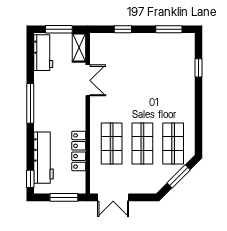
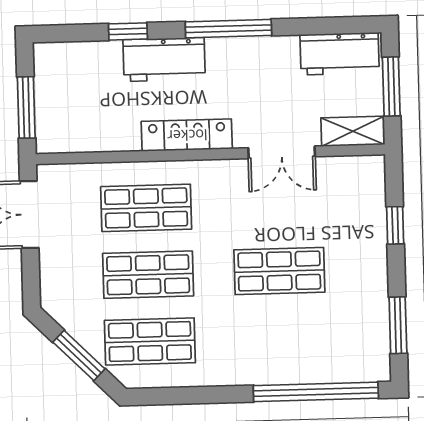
window: (198, 68) -> (316, 392), width x3.17
shop shelf: (142, 83) -> (279, 271), added
locker: (79, 151) -> (187, 135), moved
workbench: (44, 158) -> (164, 59), moved, width x0.73
window: (30, 179) -> (128, 31), moved

